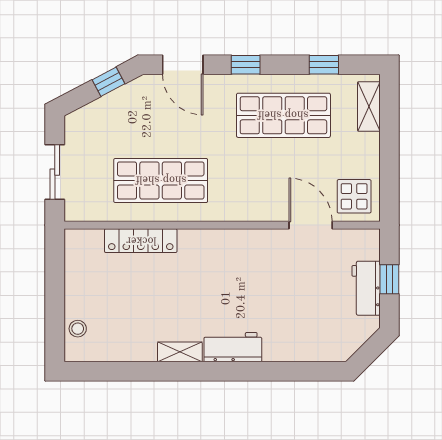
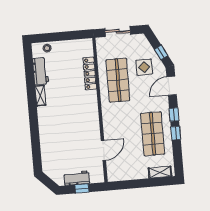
window: (324, 65) -> (176, 133), moved
display table: (354, 196) -> (144, 67), moved
workbench: (233, 347) -> (41, 71), moved

